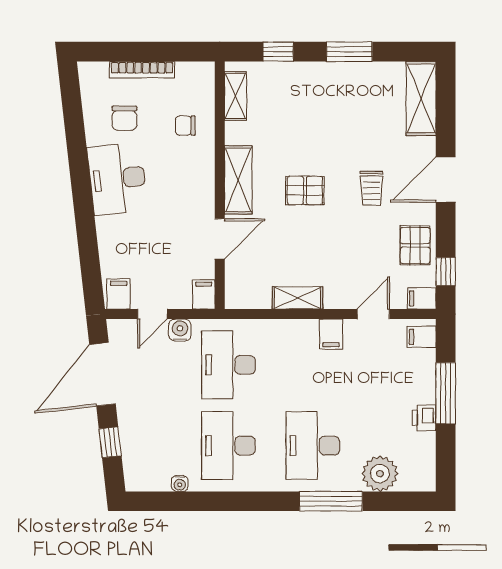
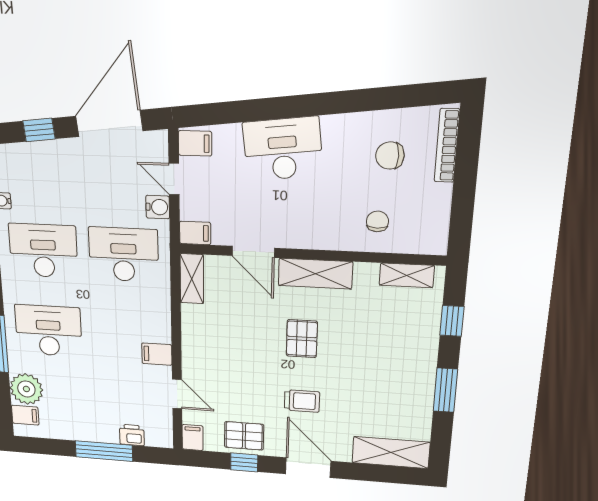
bookcase: (142, 70) -> (447, 146), moved
desk: (117, 179) -> (283, 149), moved
trolley: (371, 188) -> (302, 401), turned 180
window: (446, 271) -> (244, 462), moved
shelving: (297, 298) -> (192, 279), moved
filing cabinet: (422, 337) -> (25, 415), moved, turned 90
door: (102, 374) -> (109, 124), hinge flipped
printer: (424, 418) -> (132, 435), moved

